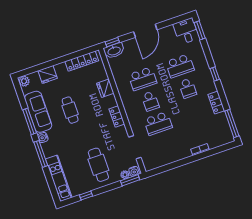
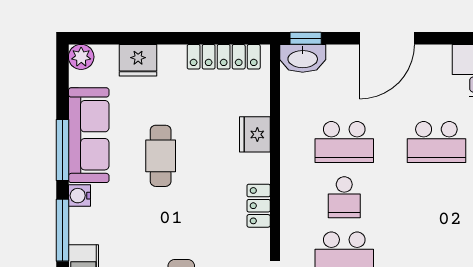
school desk: (188, 88) -> (436, 197), removed

